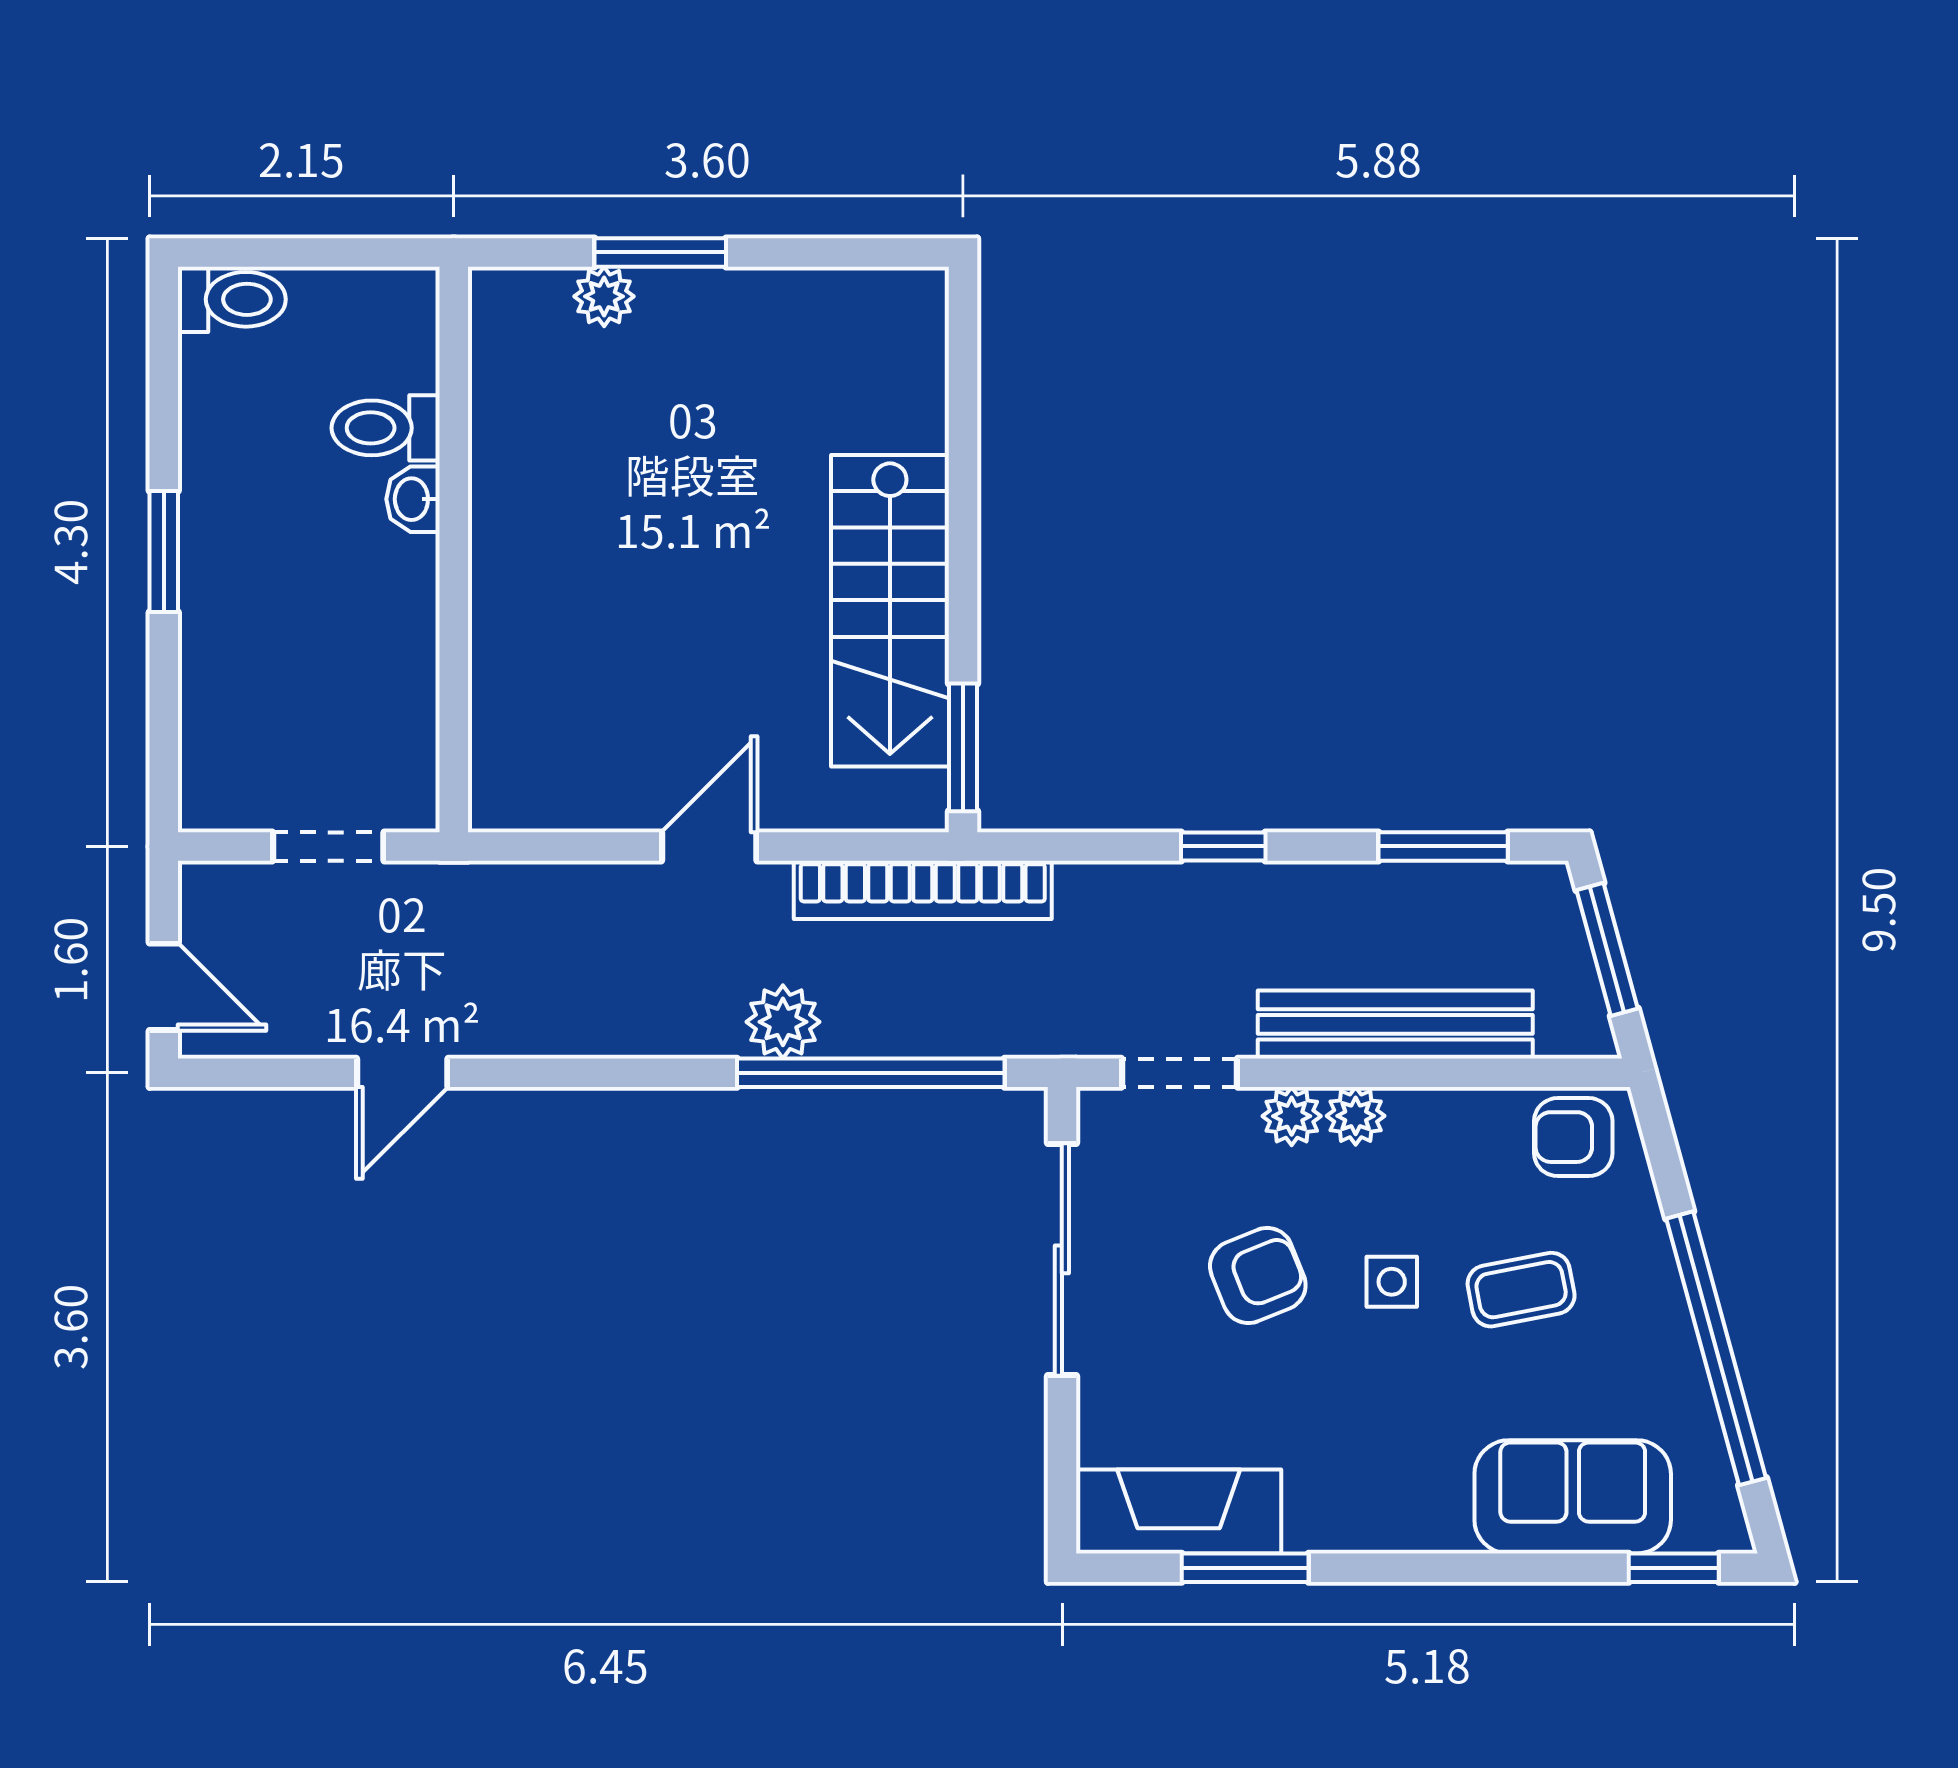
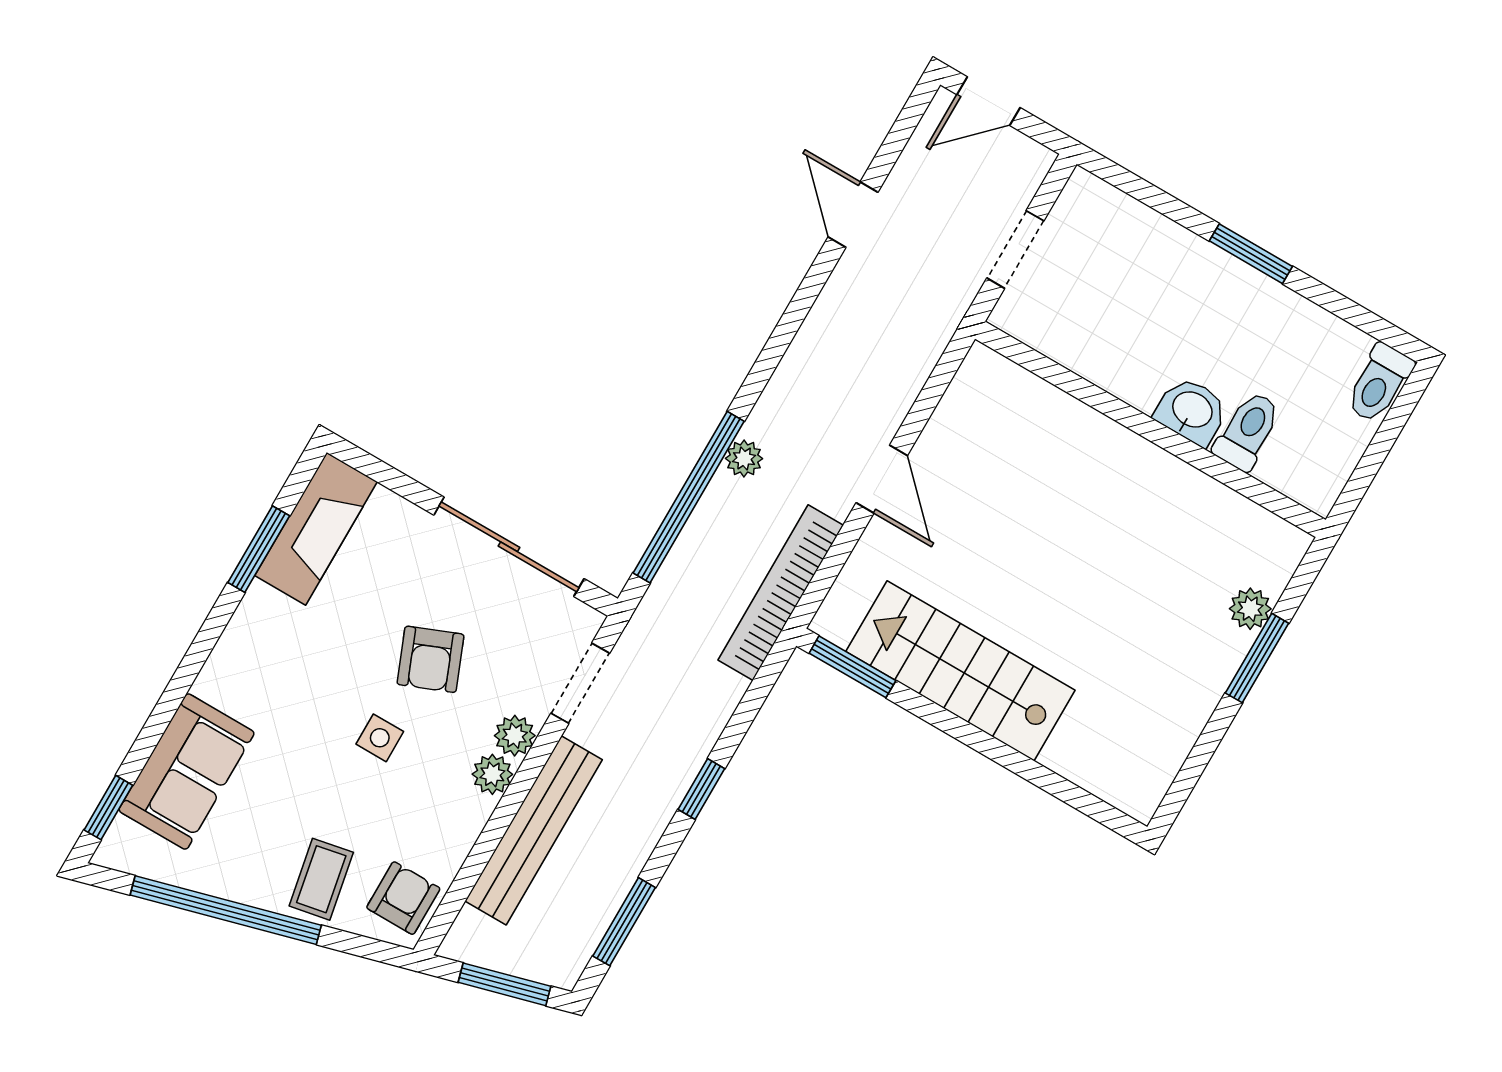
washbasin: (413, 499) -> (1192, 411), width x1.38, depth x1.45
plant: (783, 1022) -> (744, 459), width x0.73, depth x0.73
coffee table: (1521, 1290) -> (321, 879), moved

